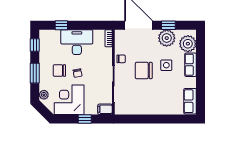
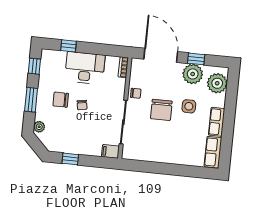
row of seats: (191, 65) -> (217, 122), moved
chair: (144, 71) -> (161, 110), turned -90
corner desk: (69, 100) -> (69, 136), removed
window: (85, 119) -> (70, 159), moved

